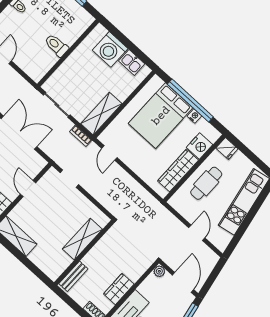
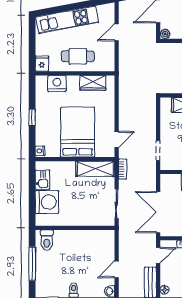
toilet: (56, 45) -> (47, 240), moved
window: (190, 100) -> (32, 117), width x0.32
bed: (161, 116) -> (78, 132), moved, turned -90
nightstand: (194, 116) -> (40, 151), moved
wardrobe: (178, 170) -> (93, 83), width x0.67

